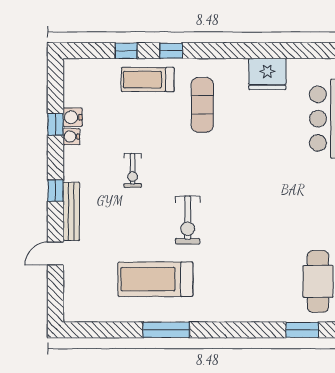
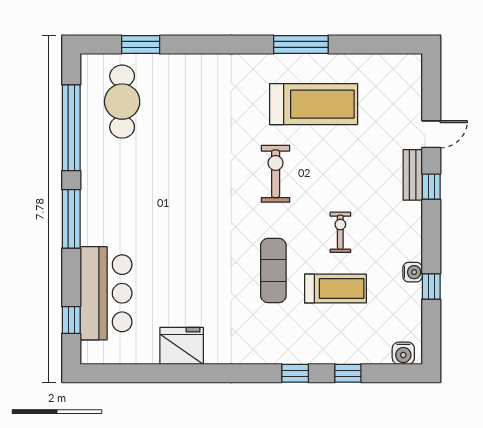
treadmill: (148, 80) -> (336, 289), moved
exercise mat: (202, 105) -> (273, 271), moved
water cooler: (73, 117) -> (403, 353), moved, turned 90
window: (55, 191) -> (431, 187), moved
bench: (71, 211) -> (413, 175), width x0.73

